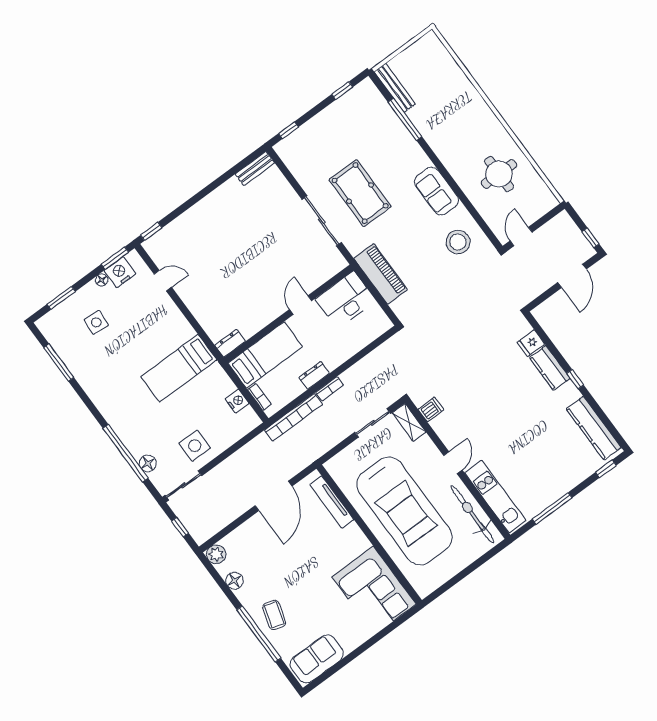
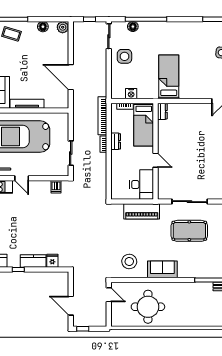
round table: (499, 174) -> (148, 307), width x1.36, depth x1.36
shelving: (409, 423) -> (58, 171), removed
tv unit: (332, 502) -> (27, 104), moved

